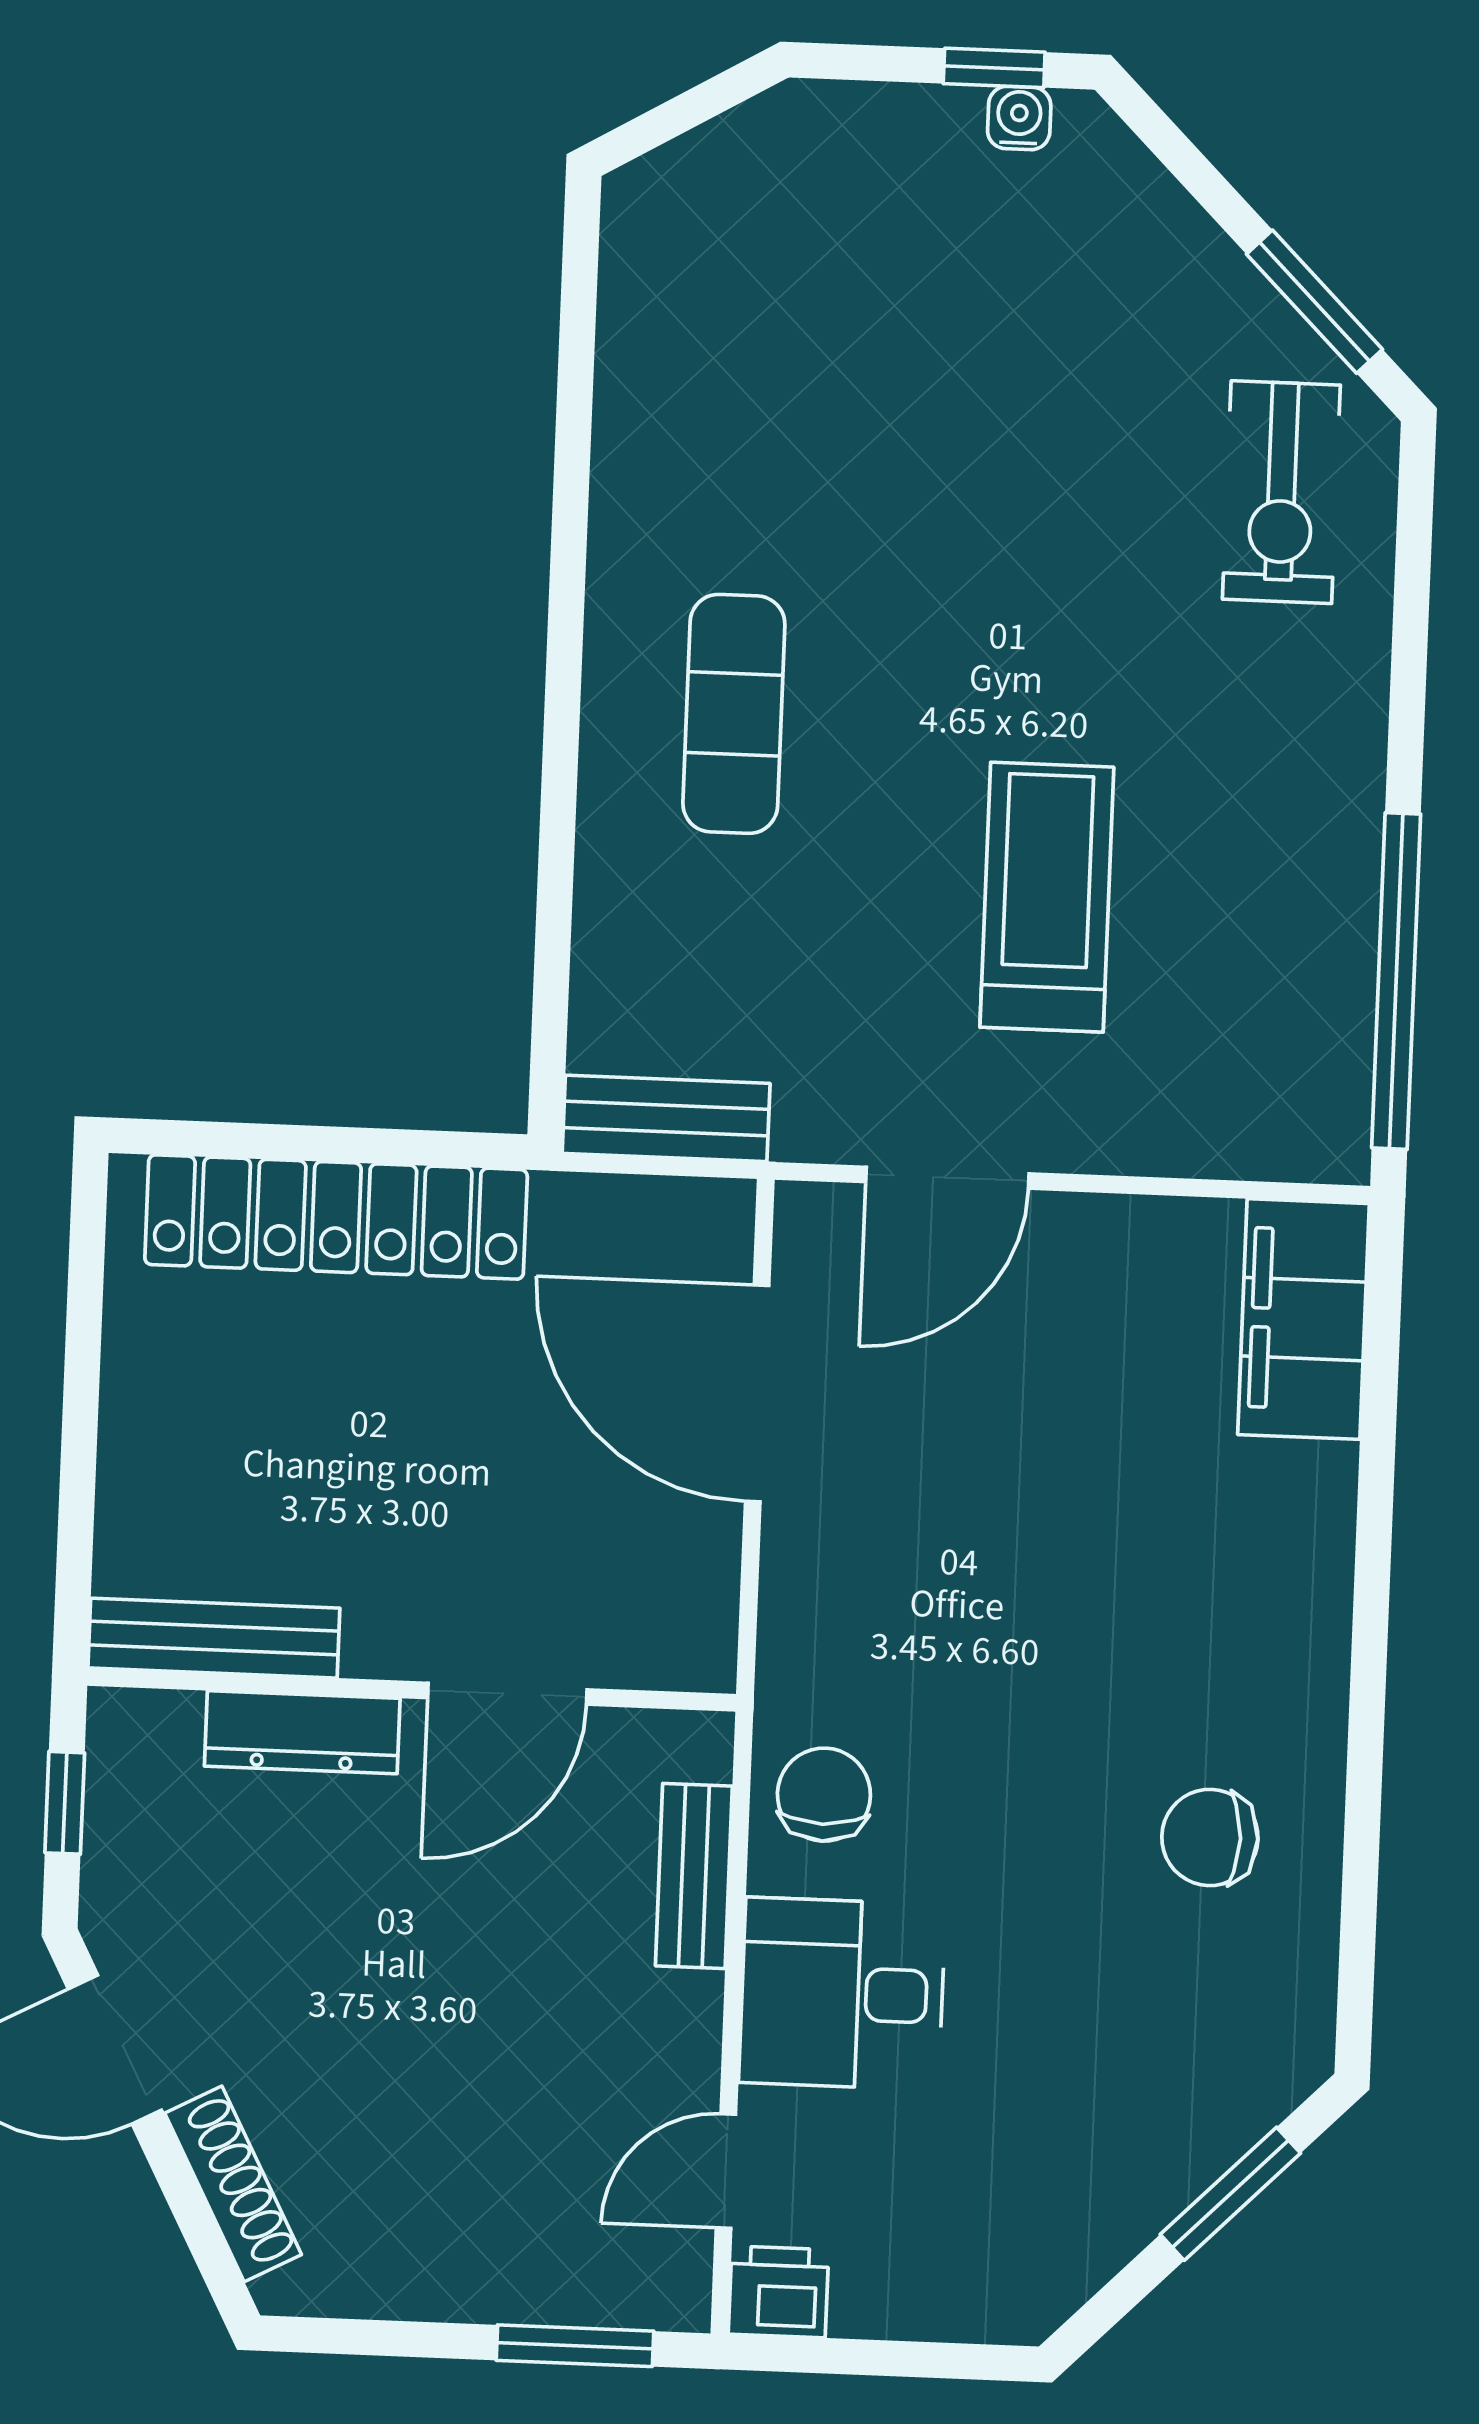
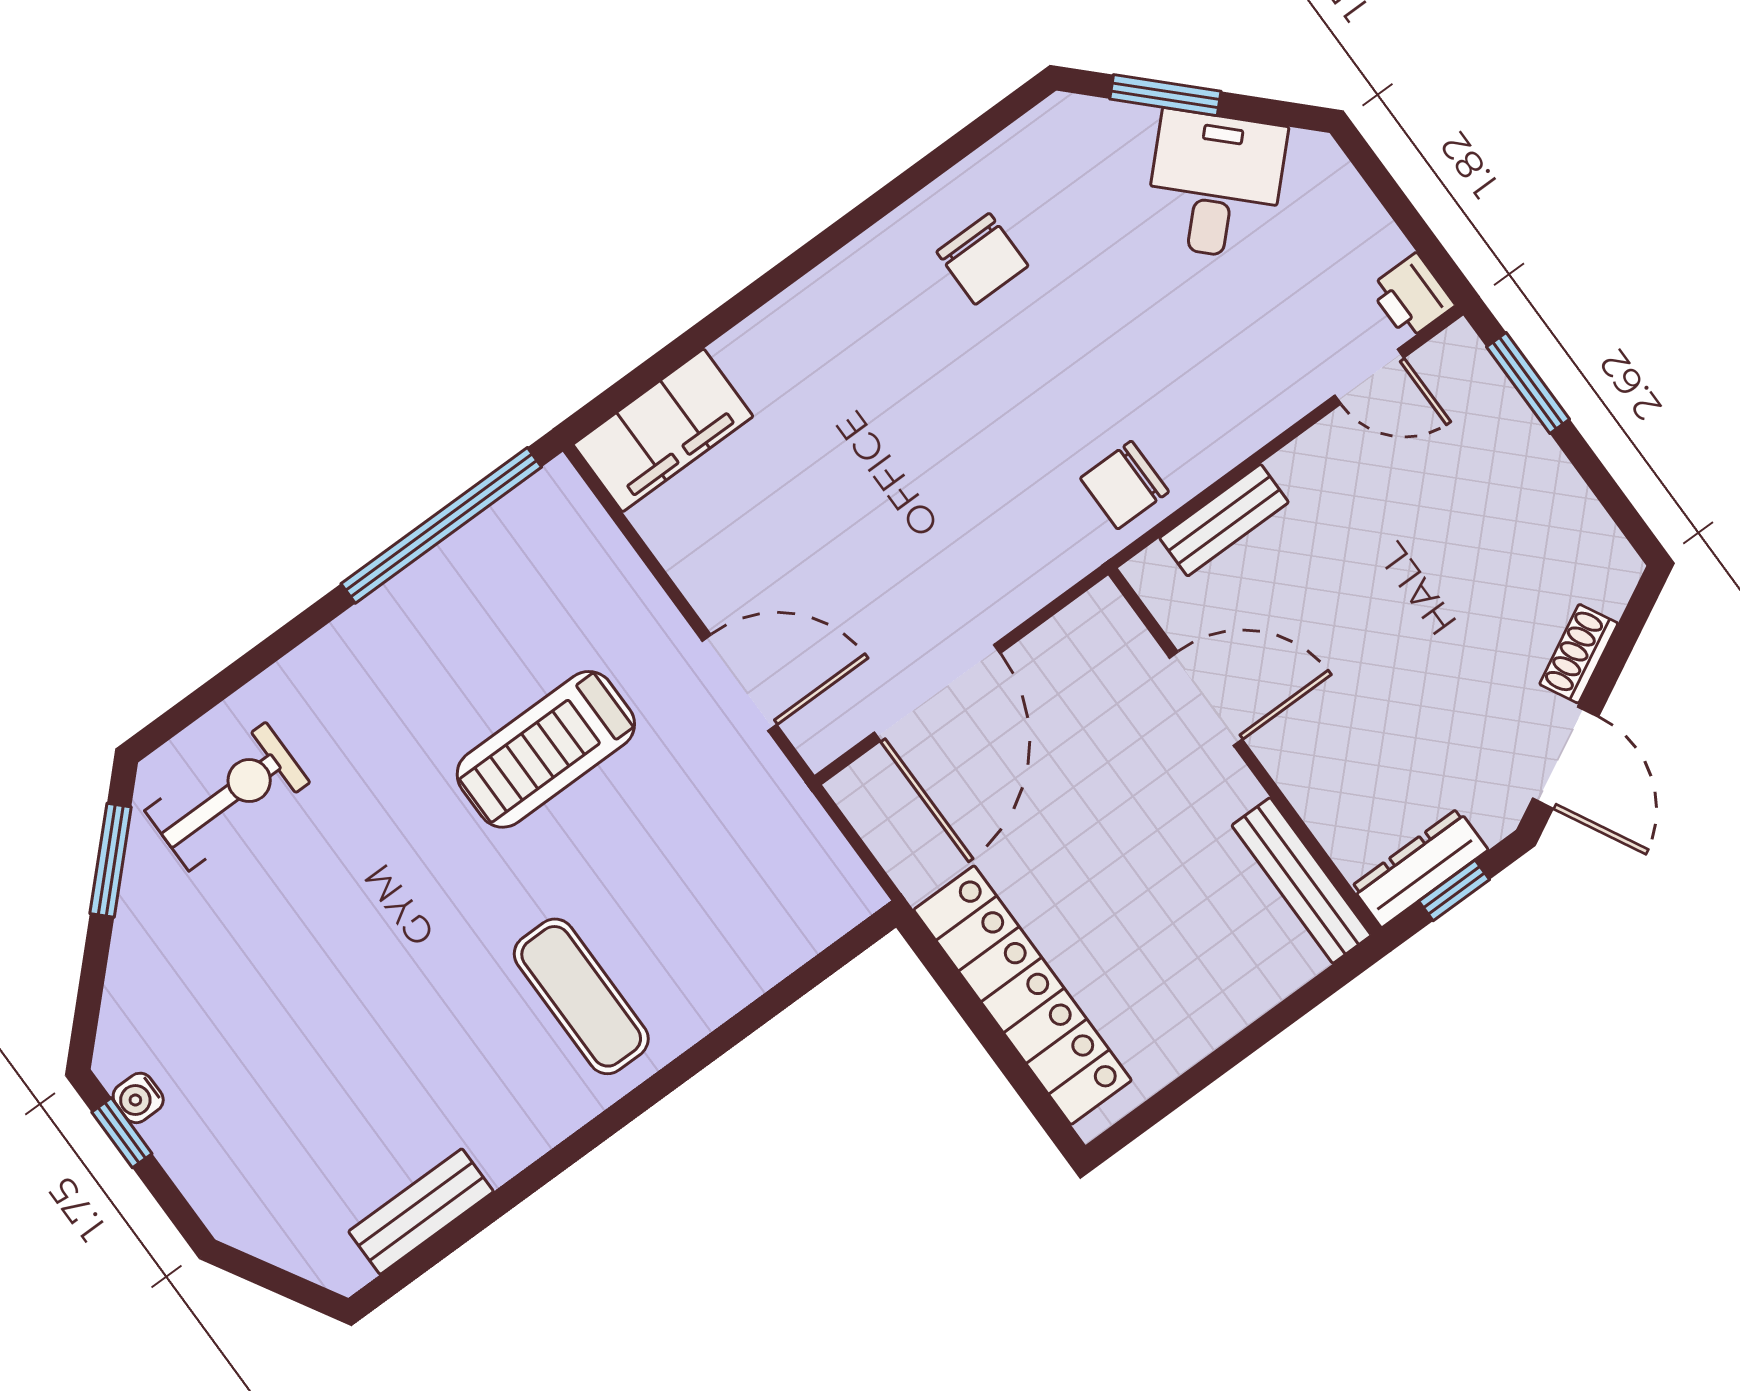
exercise mat: (734, 714) -> (581, 996), turned 90
bench: (666, 1118) -> (421, 1211), moved, turned 90
dresser: (302, 1732) -> (1420, 868), moved, turned -90
desk: (842, 1994) -> (1215, 185), moved, turned -135
shoe rack: (233, 2184) -> (1579, 654), width x0.70

